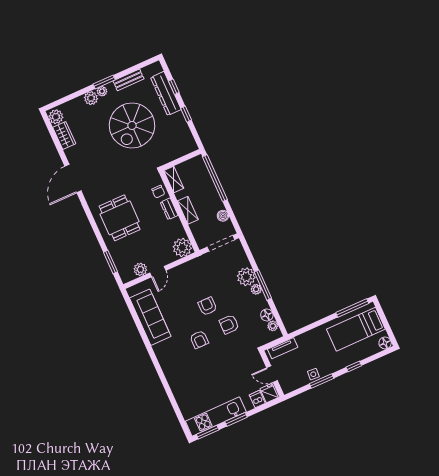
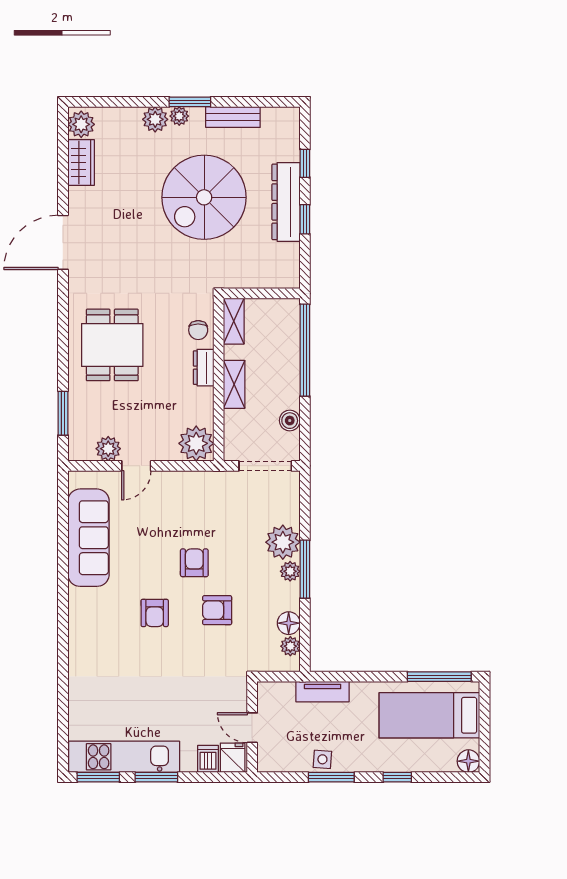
dresser: (166, 94) -> (286, 202), moved
tv unit: (283, 348) -> (323, 692), moved

